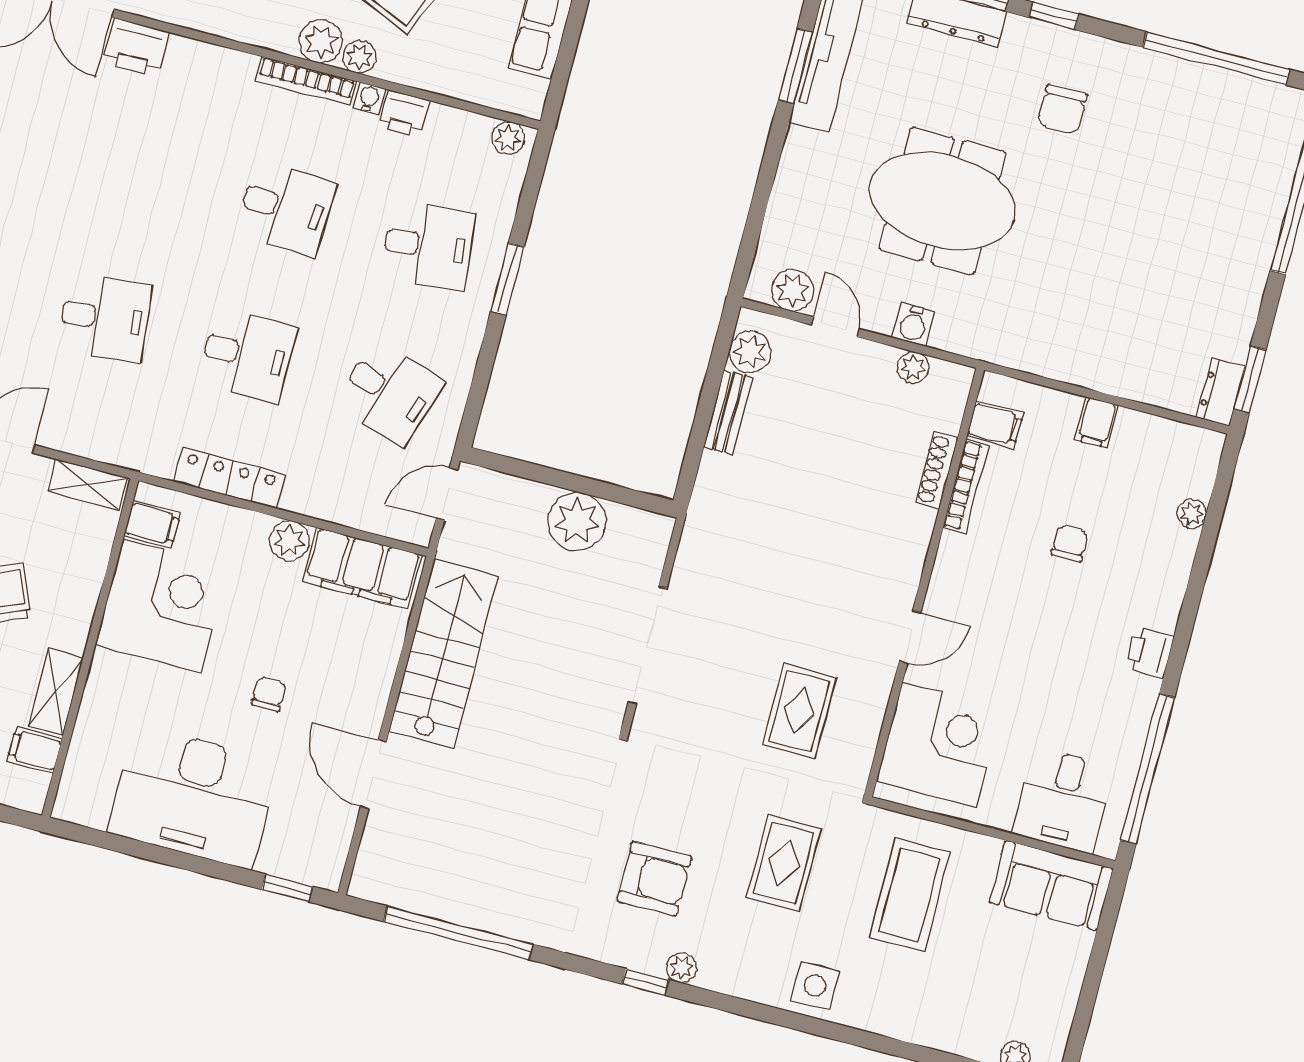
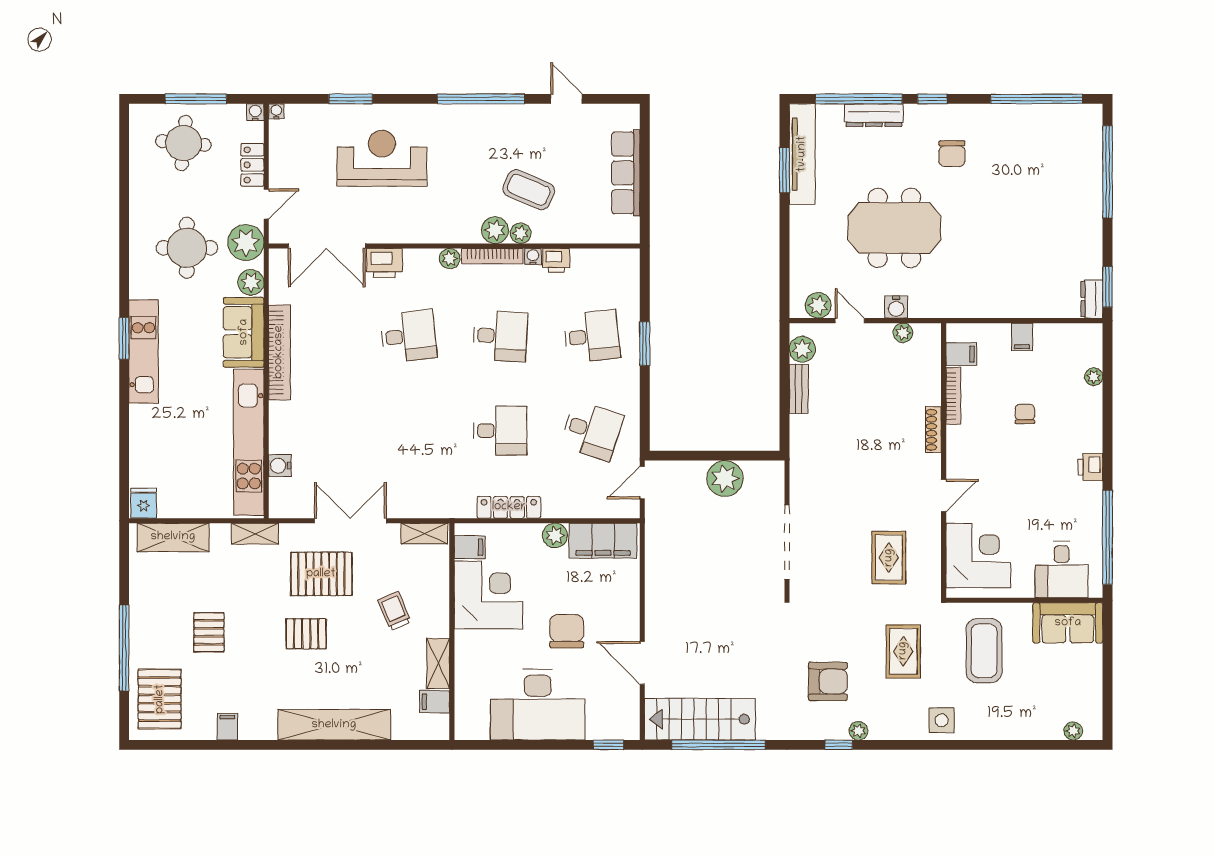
plant: (508, 138) -> (450, 259), moved
desk: (105, 318) -> (408, 336), moved
shoe rack: (937, 470) -> (933, 430), moved
stairs: (444, 654) -> (700, 719), moved, turned -90
chair: (269, 694) -> (567, 631), width x1.87, depth x1.87

